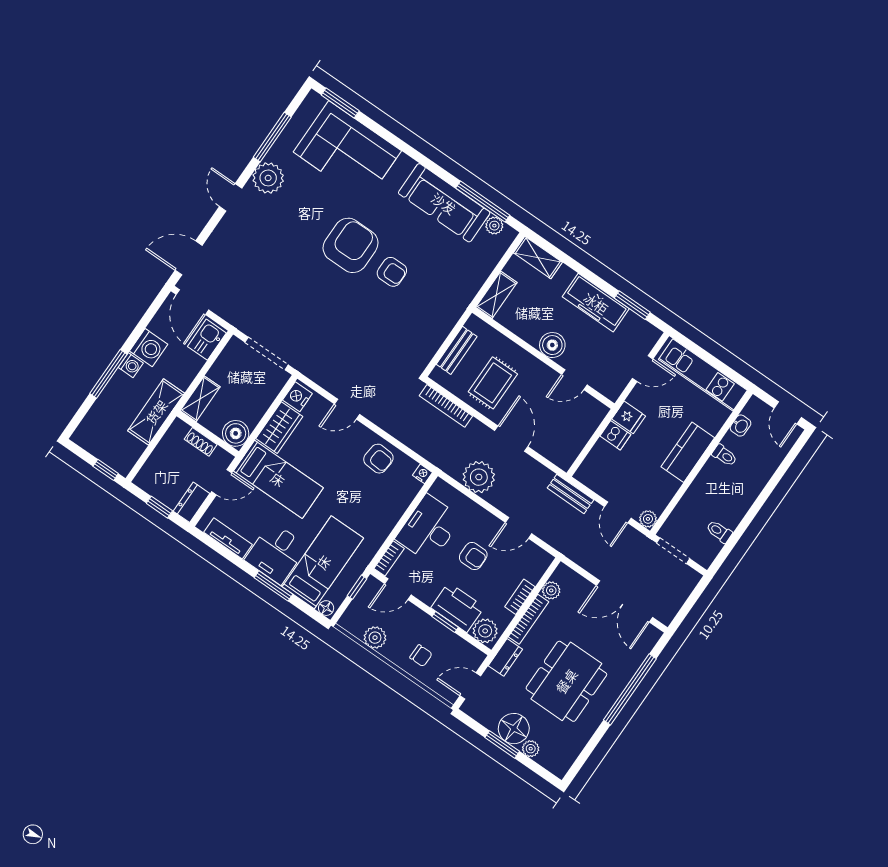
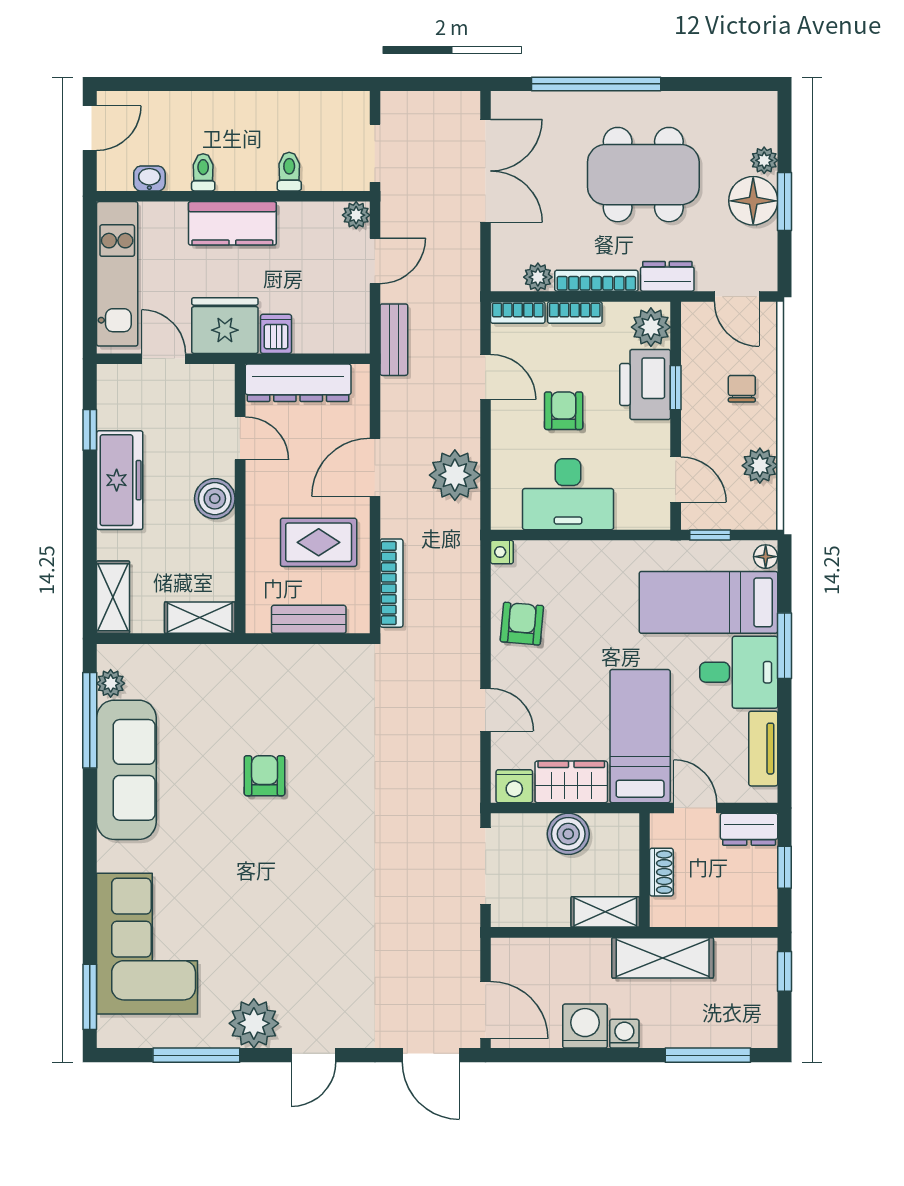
armchair: (351, 245) -> (267, 854), removed
door: (192, 302) -> (486, 1010), hinge flipped
window: (632, 305) -> (90, 430), width x0.67
kitchen sink: (207, 340) -> (522, 957), removed
window: (108, 374) -> (708, 1055), moved
fridge: (629, 417) -> (225, 326), width x1.88, depth x1.34
dresser: (582, 429) -> (298, 383), added
boiler: (236, 433) -> (568, 834), moved
toilet: (719, 531) -> (289, 172), moved, turned 180
bookcase: (389, 558) -> (518, 313), moved, turned 180

